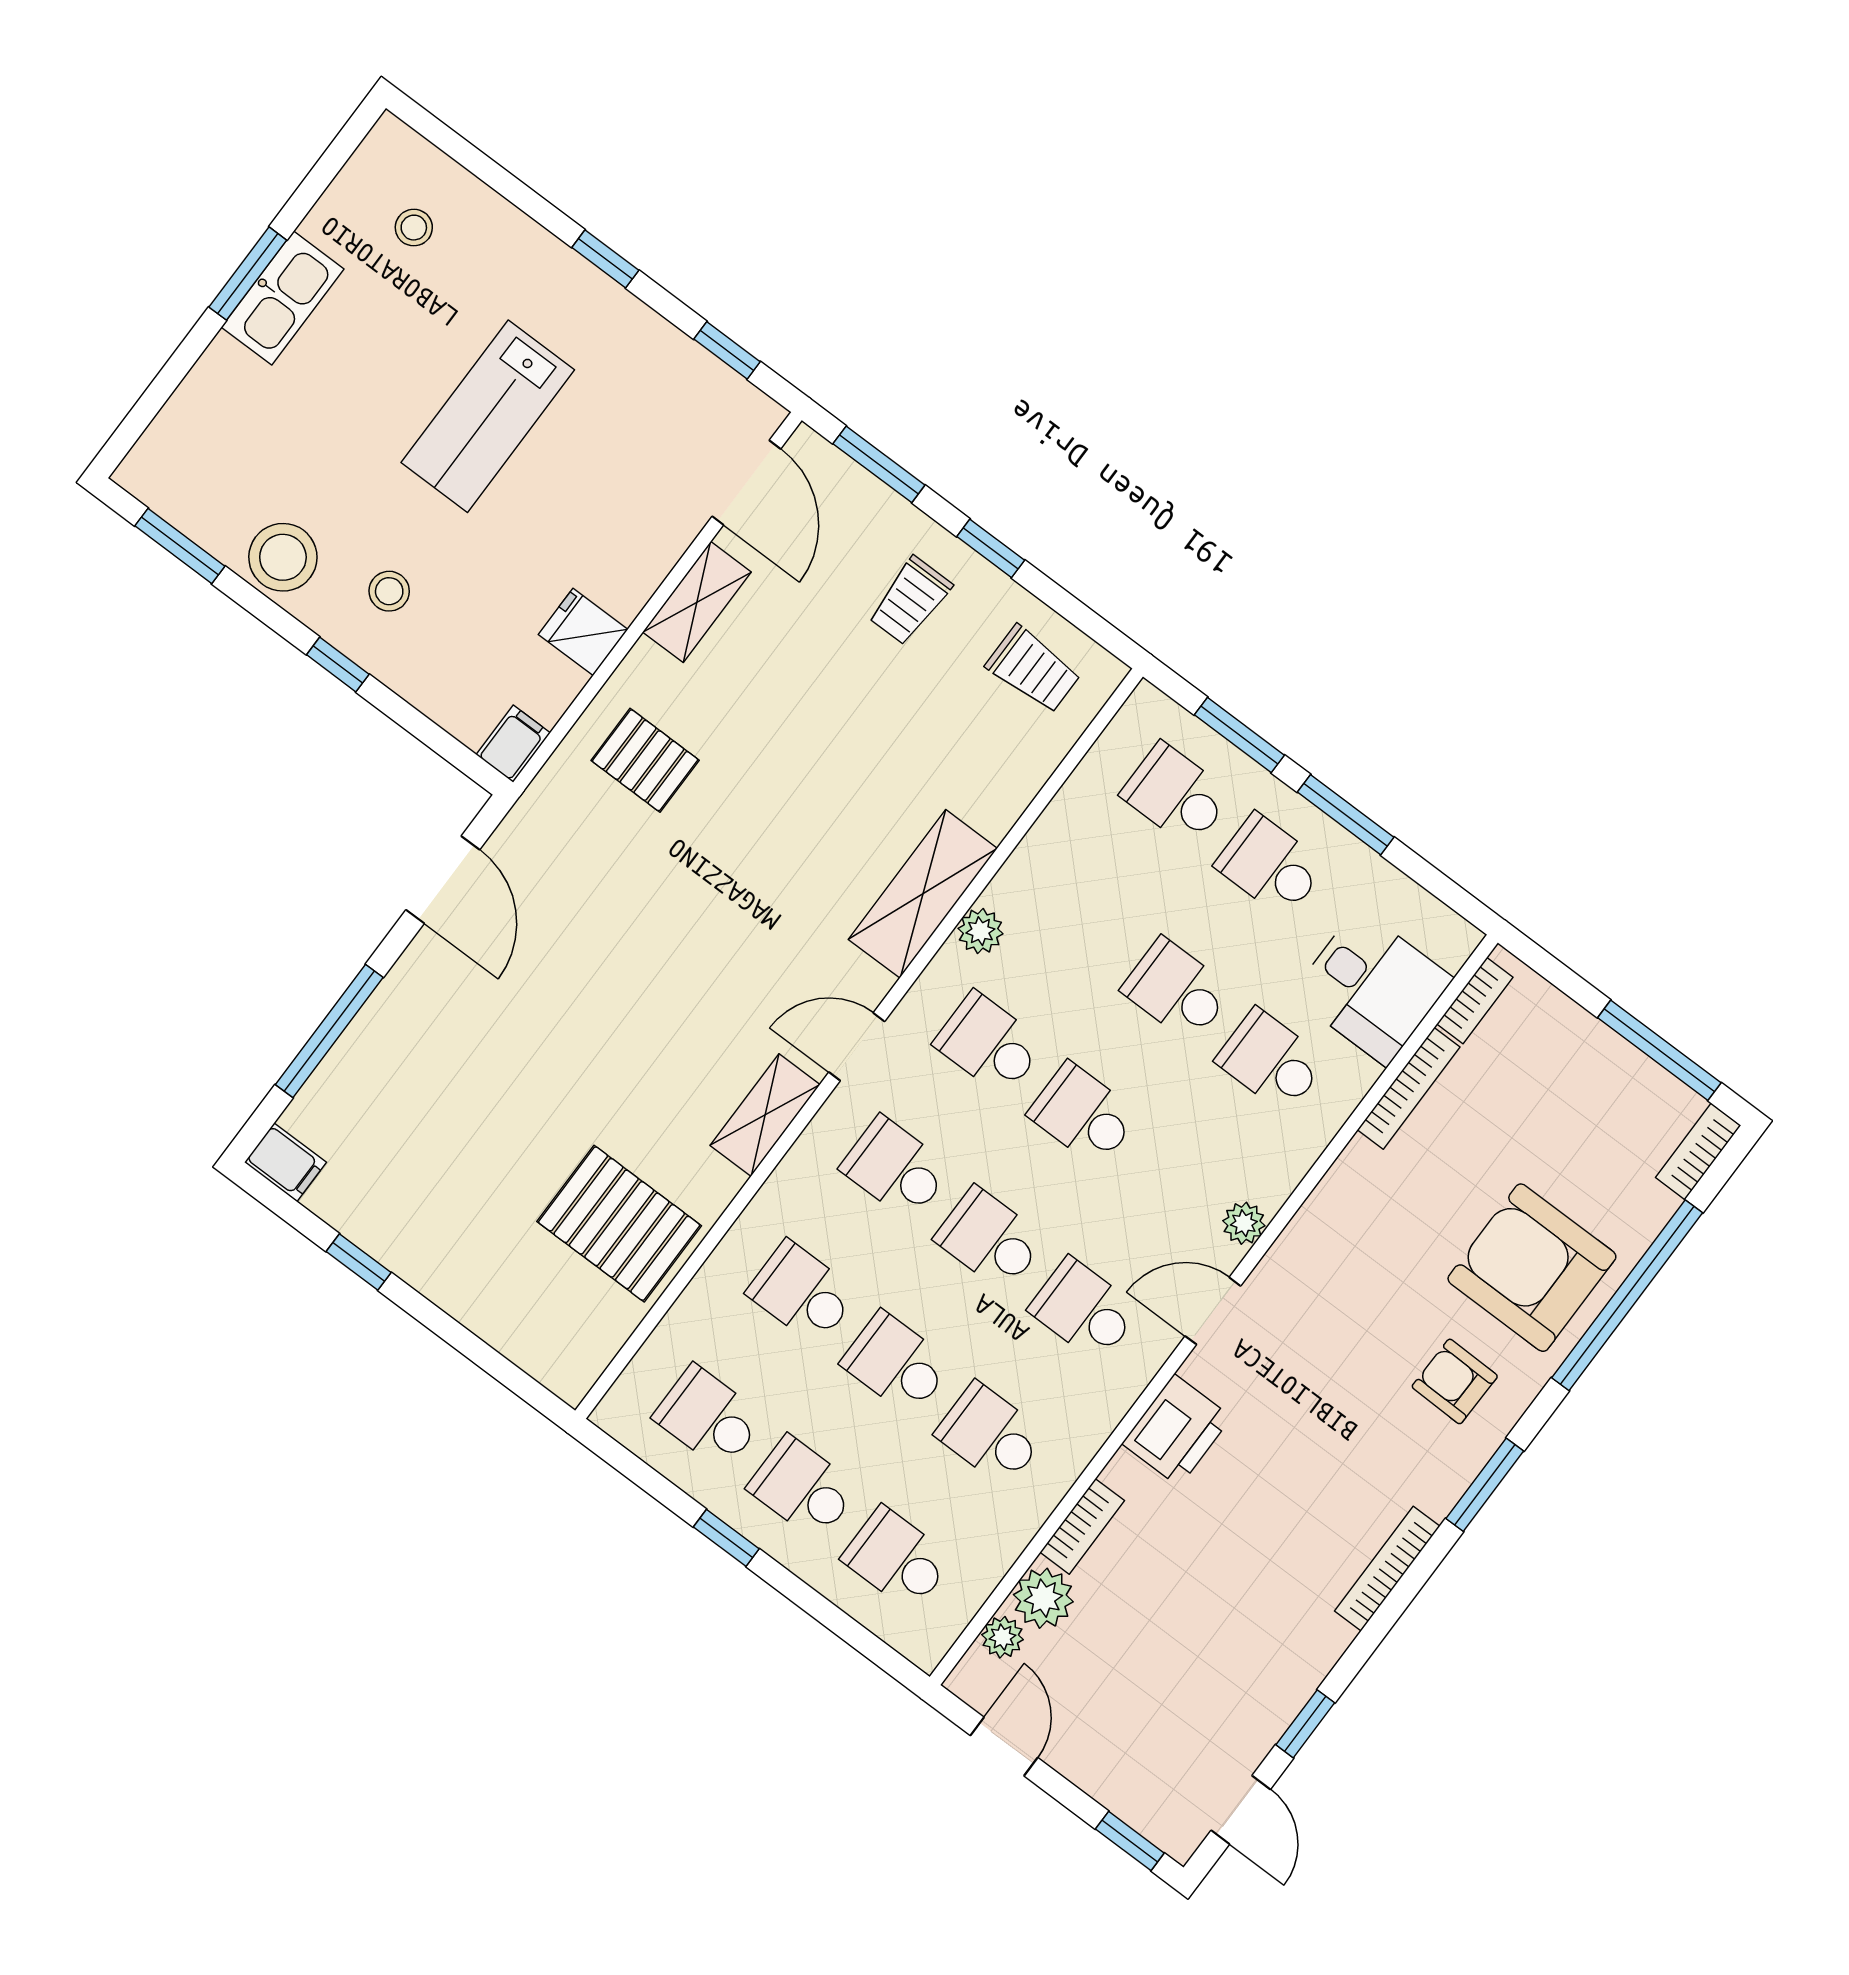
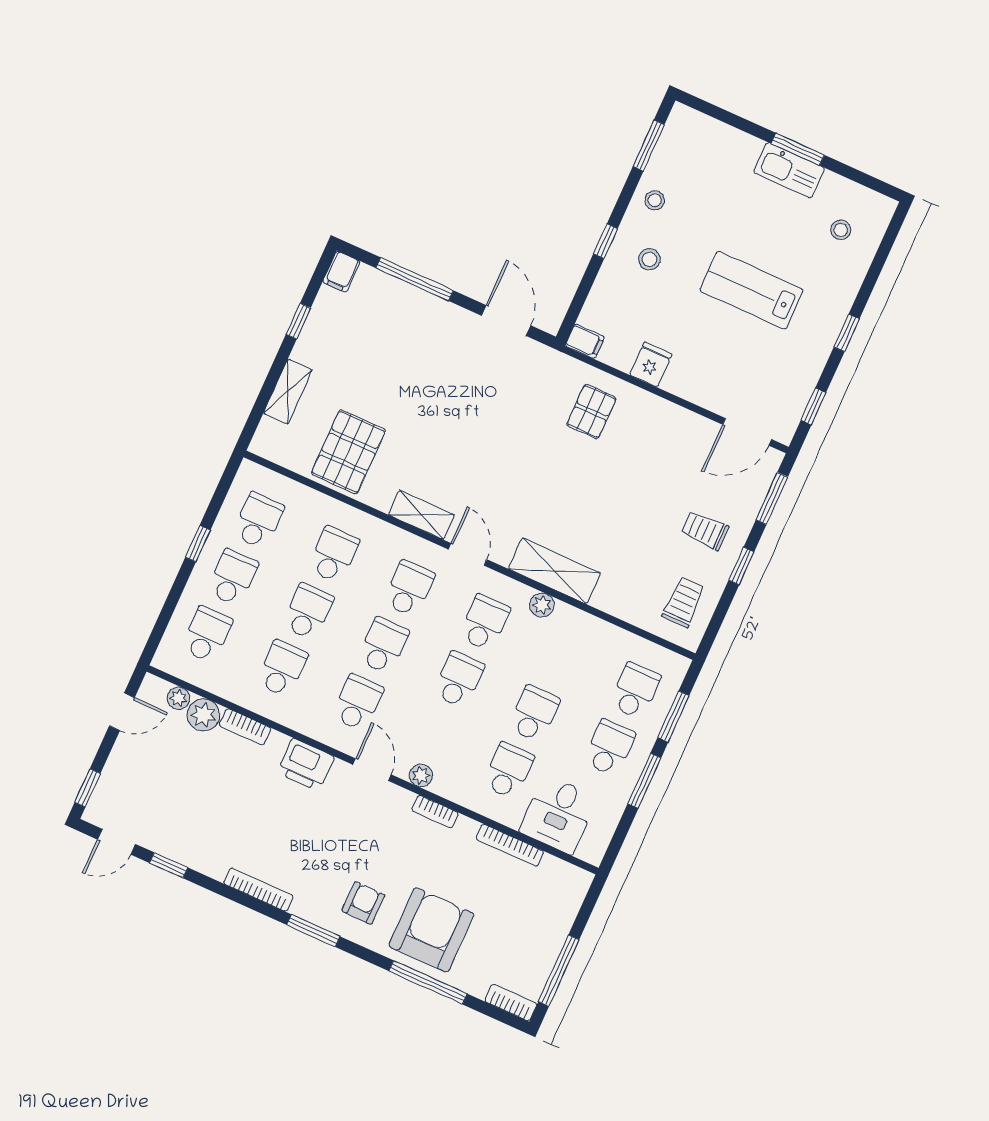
stool: (283, 557) -> (655, 200), width x0.53, depth x0.53
shelving: (697, 602) -> (288, 391), moved, turned 90
trolley: (1033, 669) -> (684, 602), turned 180
door: (443, 880) -> (506, 321), swing flipped
bookcase: (1475, 1001) -> (435, 812), moved
window: (1627, 1295) -> (428, 982), width x0.68

